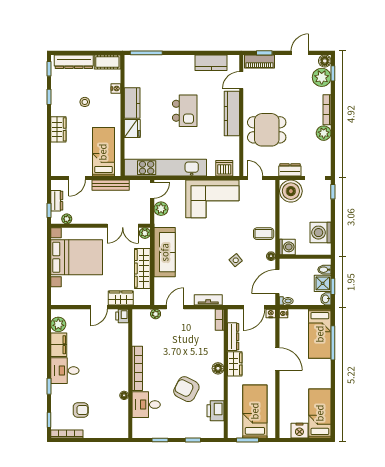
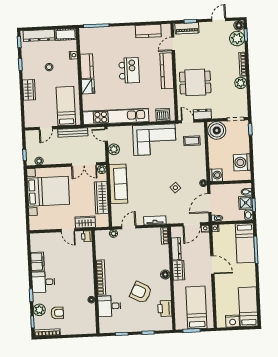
dresser: (290, 170) -> (202, 114), moved
door: (152, 190) -> (106, 135), swing flipped
dresser: (57, 201) -> (30, 147), removed
coffee table: (264, 234) -> (192, 141), moved
door: (99, 307) -> (68, 230), hinge flipped
plant: (58, 324) -> (39, 310), moved

